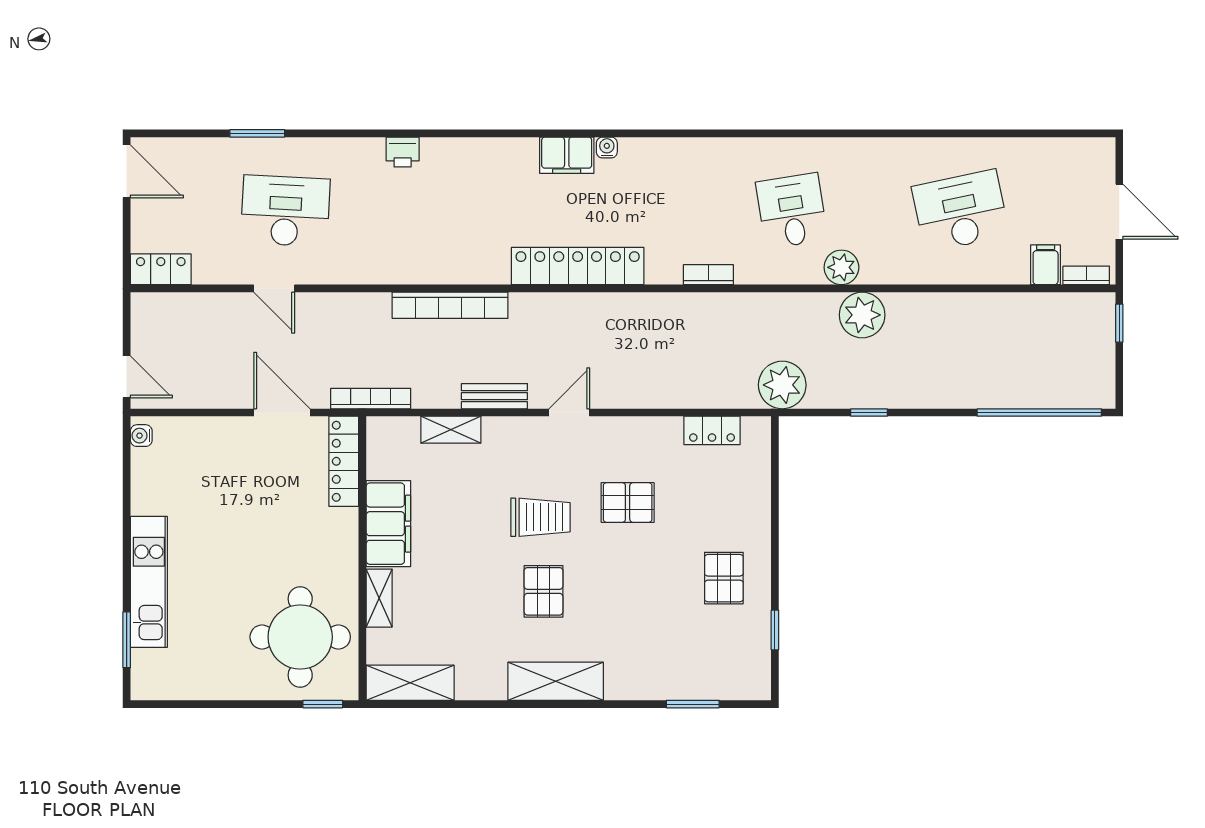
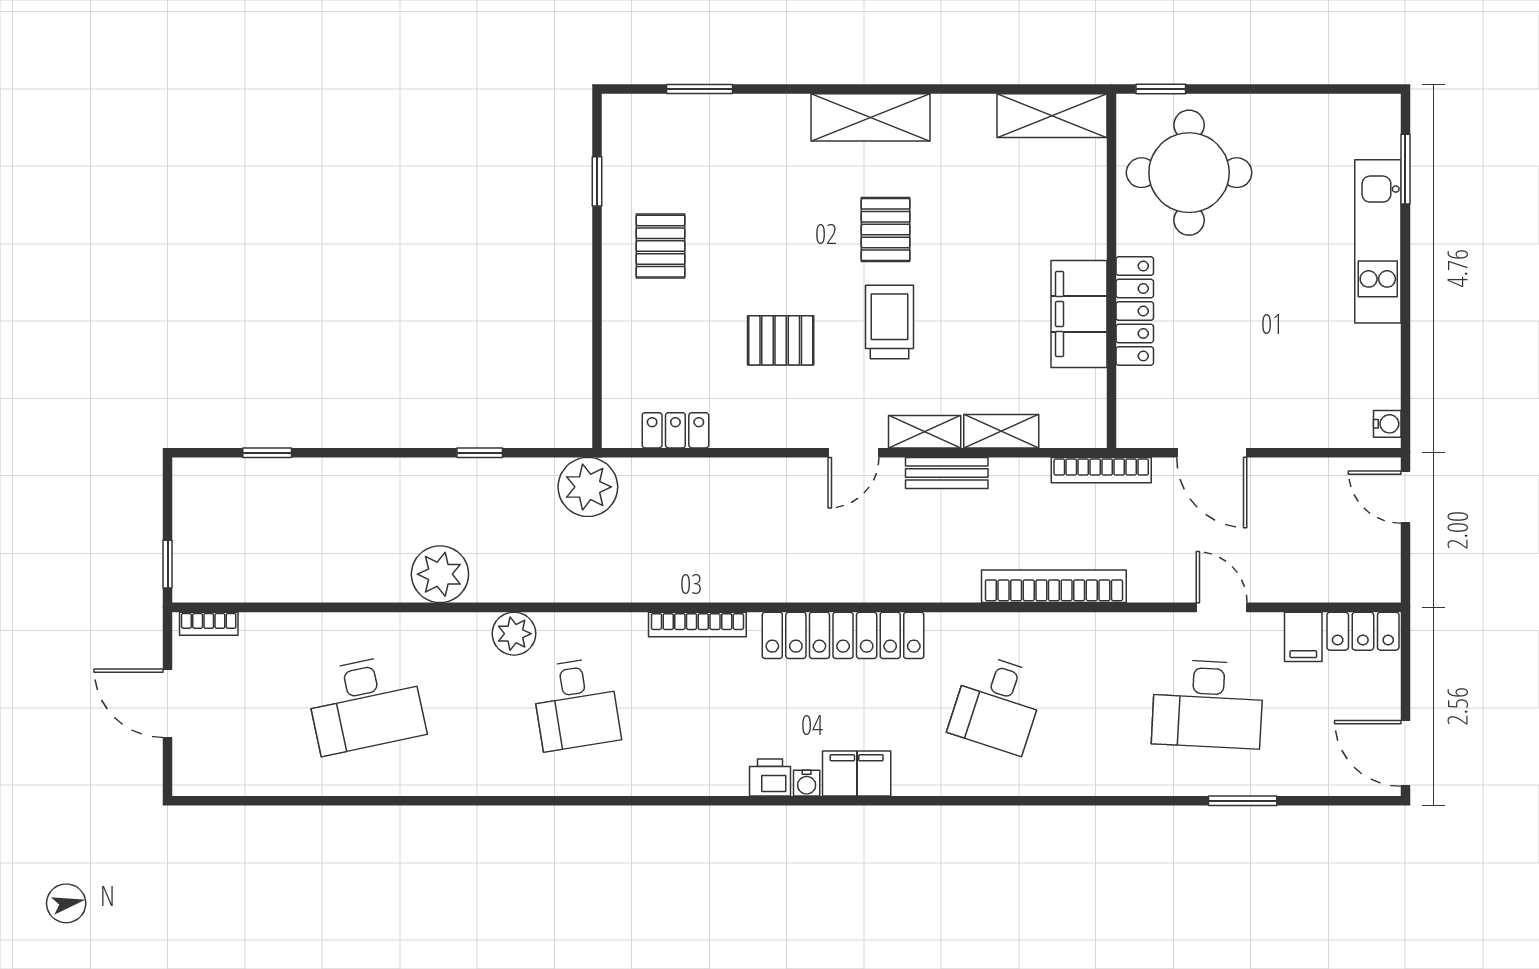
printer: (403, 152) -> (770, 778), moved
desk: (454, 211) -> (997, 704), added
filing cabinet: (1046, 265) -> (1303, 637), moved
bookcase: (708, 275) -> (697, 625), width x1.56
bookcase: (450, 305) -> (1054, 586), moved
plant: (862, 315) -> (440, 574), moved
window: (1039, 412) -> (267, 453), width x0.32
locker: (344, 461) -> (1135, 311), moved
trolley: (540, 517) -> (889, 322), turned 90
shelving: (379, 598) -> (925, 432), moved, turned 90

